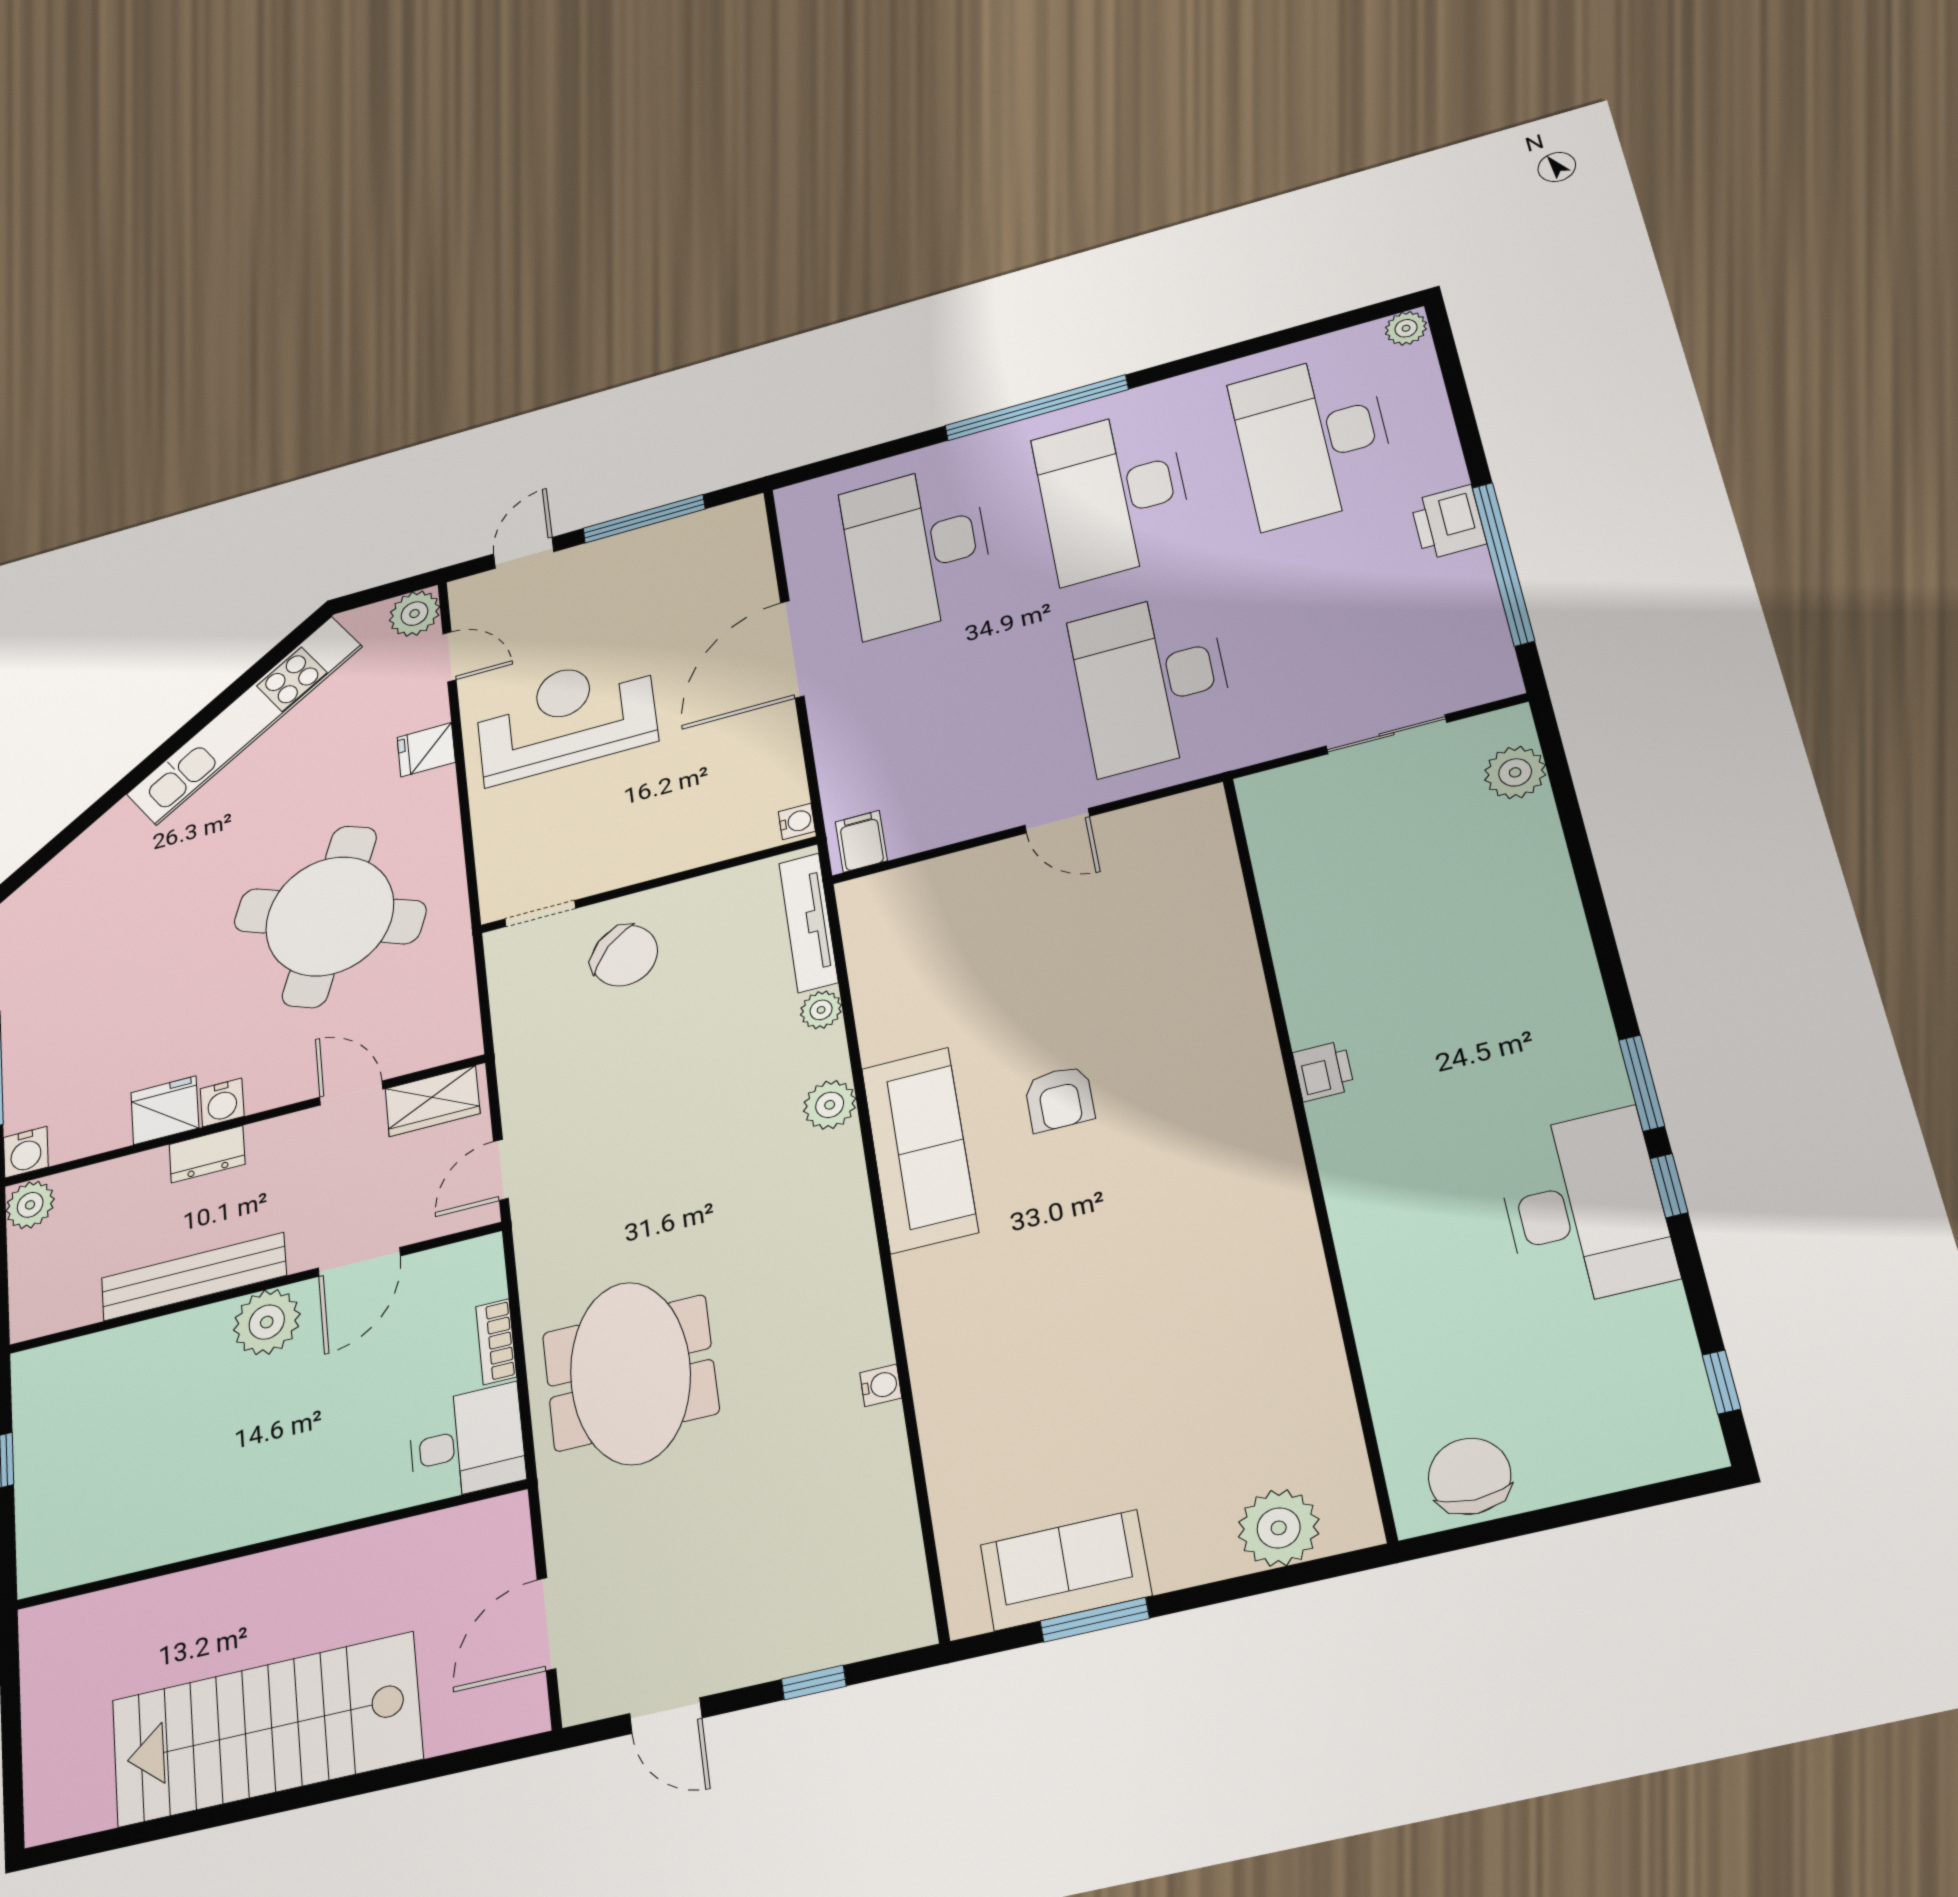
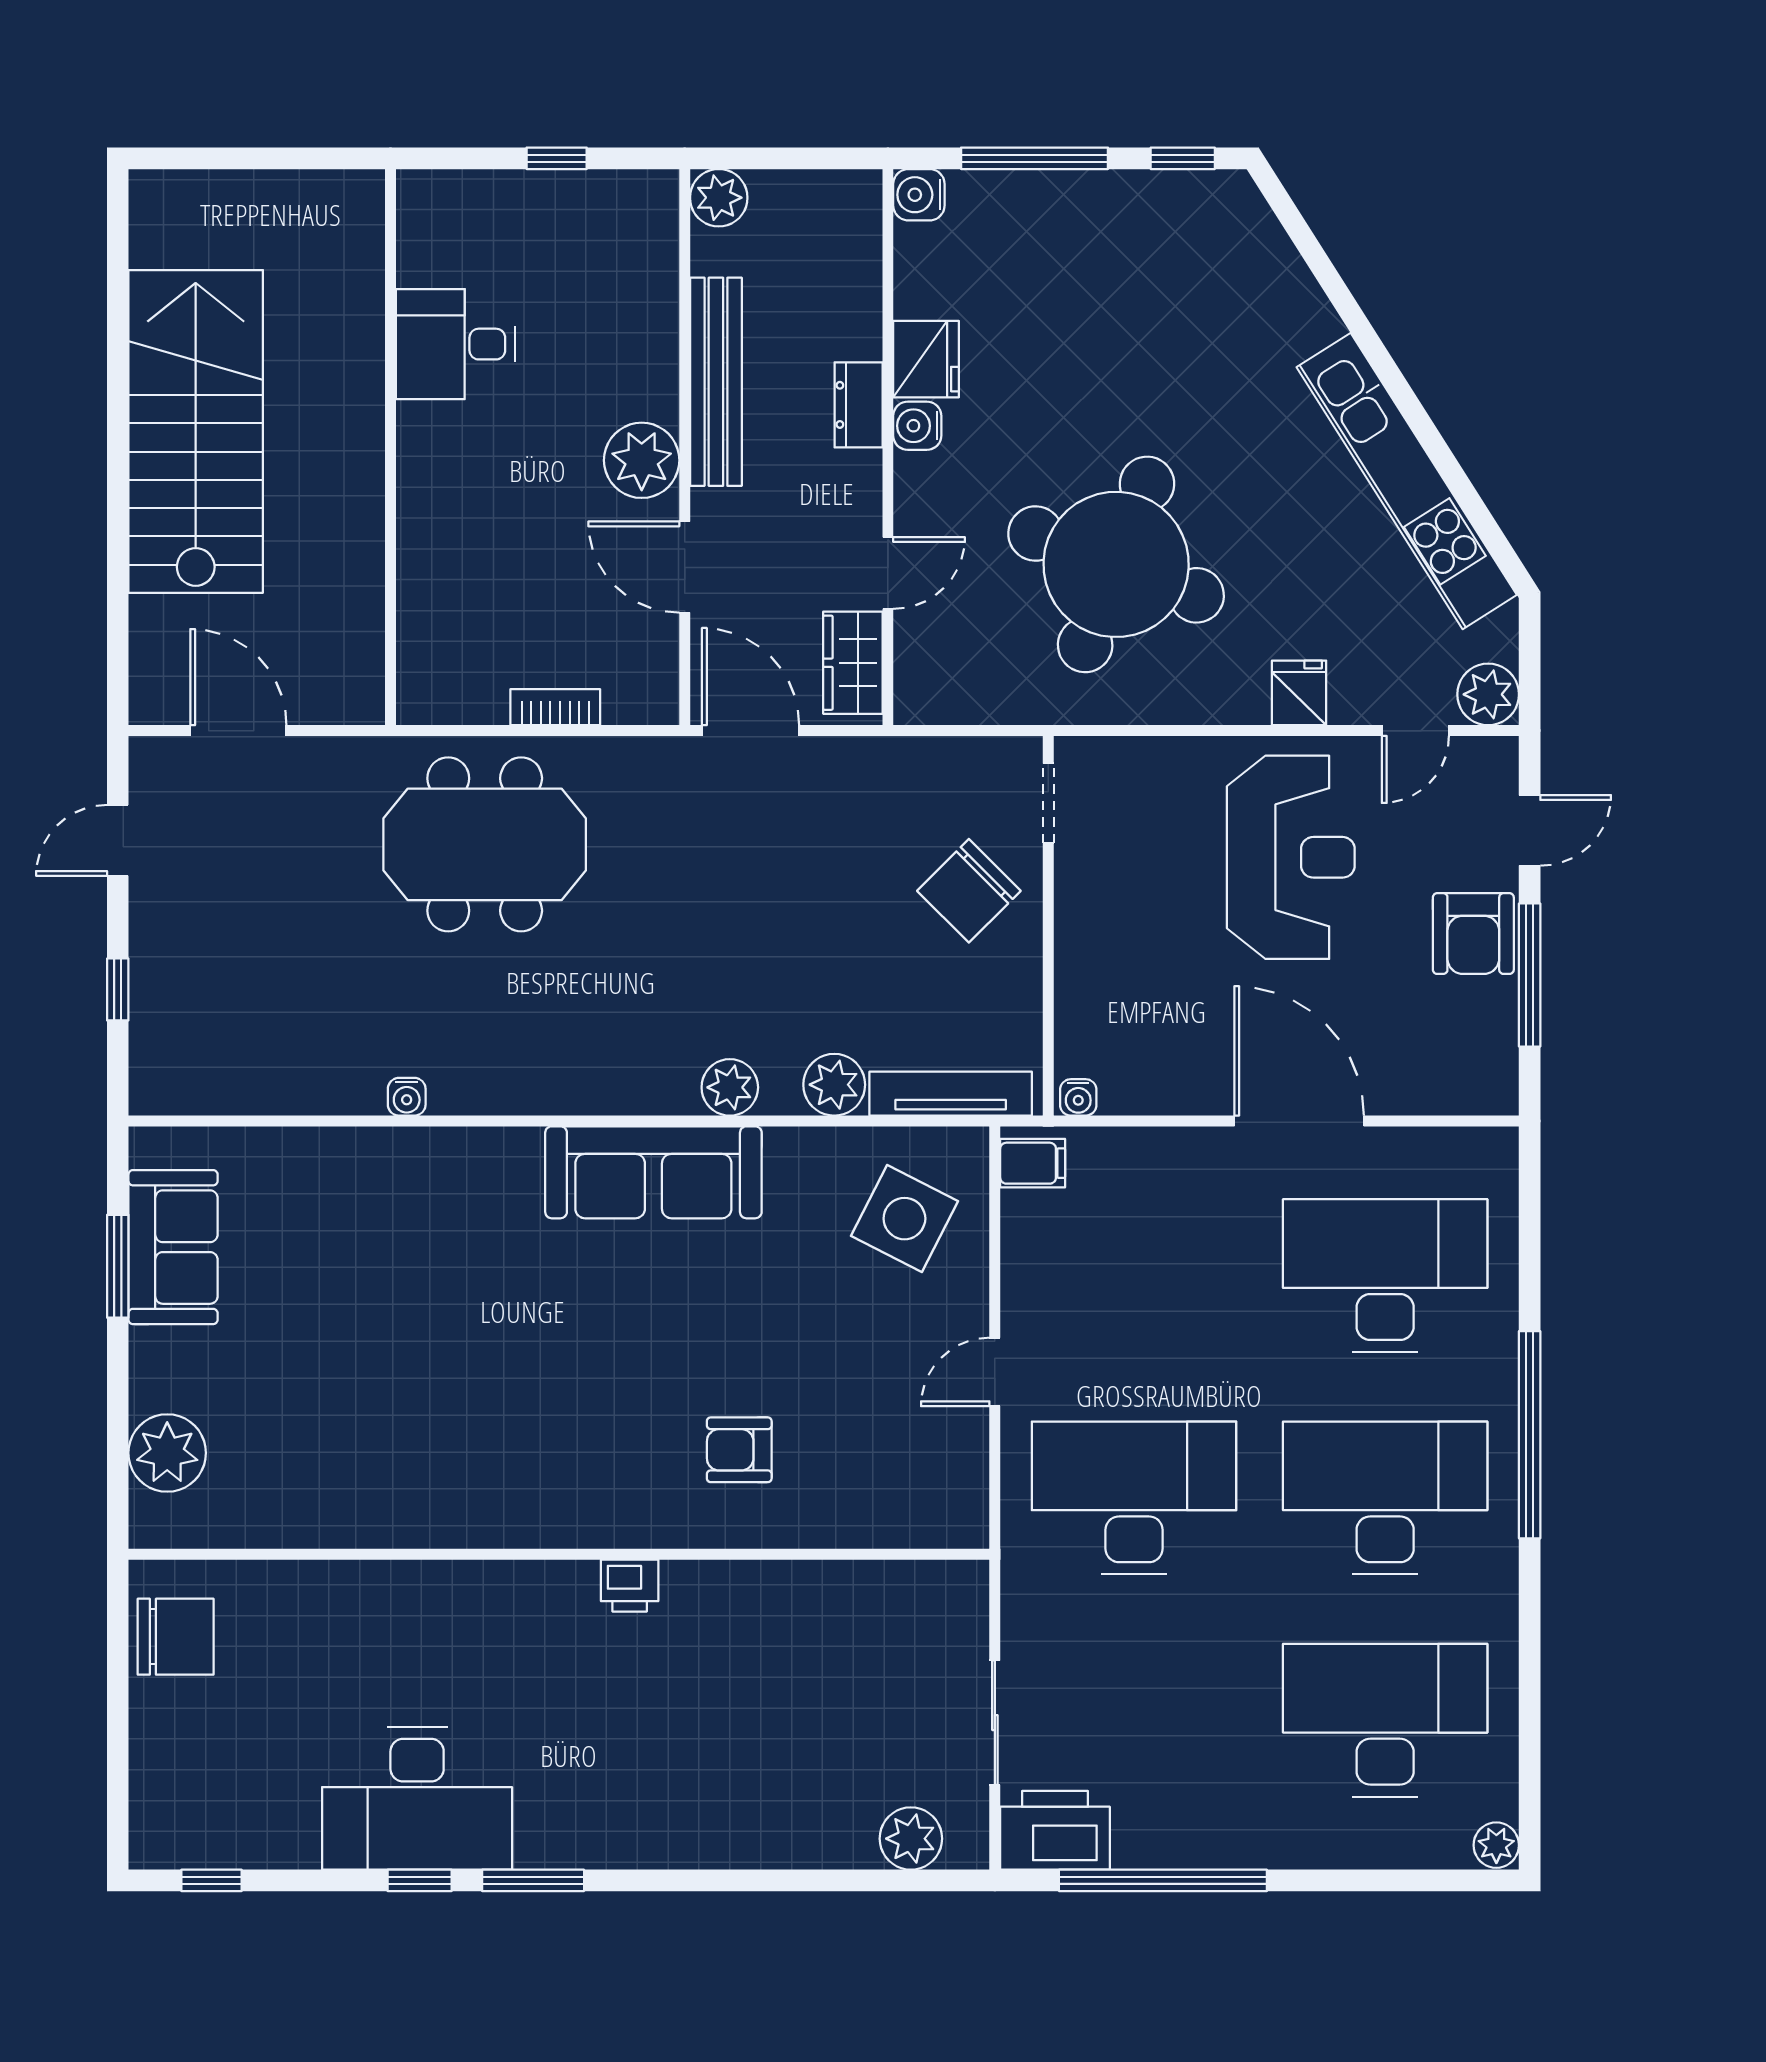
printer: (1448, 522) -> (1055, 1830), moved, width x1.37, depth x1.19
door: (524, 553) -> (1530, 830), hinge flipped
armchair: (614, 568) -> (1473, 934), added
side table: (928, 930) -> (904, 1219), added
plant: (821, 1010) -> (834, 1085), width x1.38, depth x1.38
armchair: (1059, 1099) -> (739, 1450), moved
door: (501, 1170) -> (751, 731), width x1.38
plant: (30, 1205) -> (719, 198), moved
desk: (467, 1443) -> (455, 344), moved, turned 90

